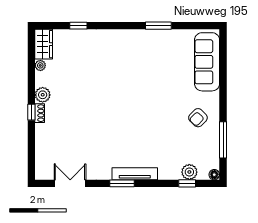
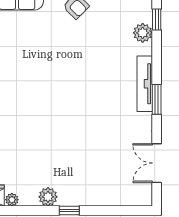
shoe rack: (40, 113) -> (70, 201), removed
plant: (189, 172) -> (143, 33), moved

